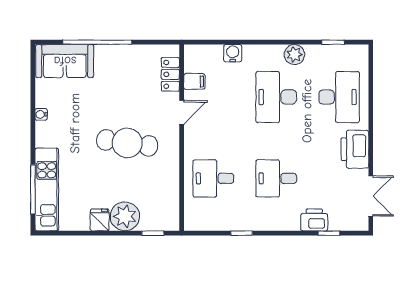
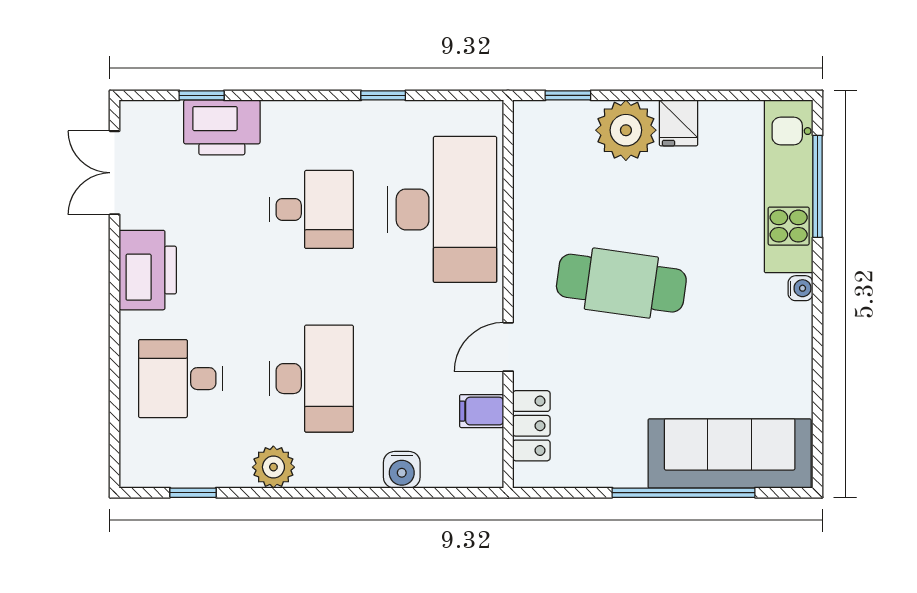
sofa: (65, 61) -> (730, 453), width x1.36
desk: (339, 97) -> (181, 379), width x0.73
water cooler: (41, 114) -> (801, 288), moved
desk: (213, 178) -> (442, 209), width x1.87, depth x1.30
printer: (314, 220) -> (222, 127), width x1.37, depth x1.19

